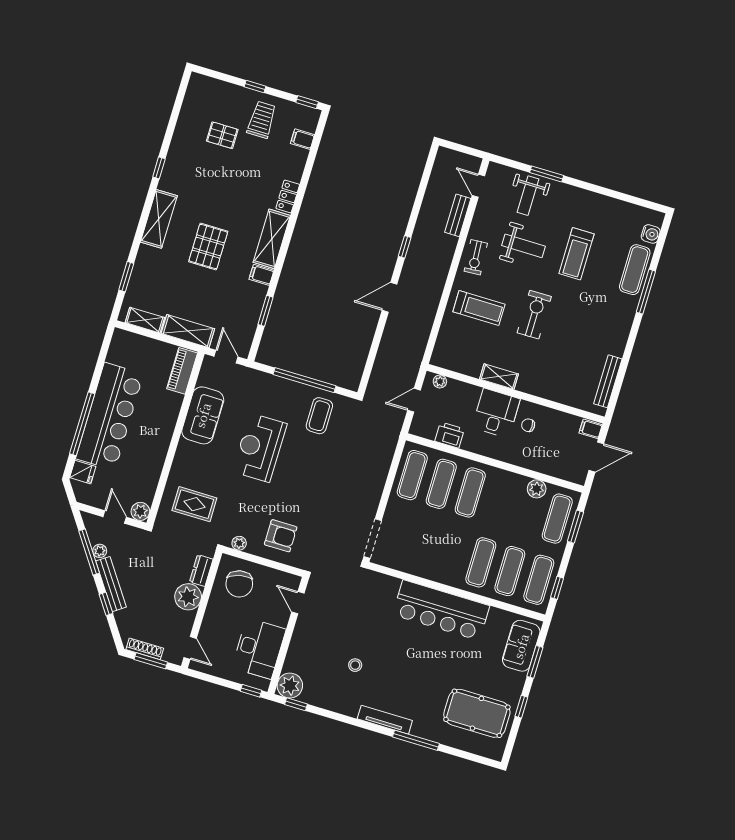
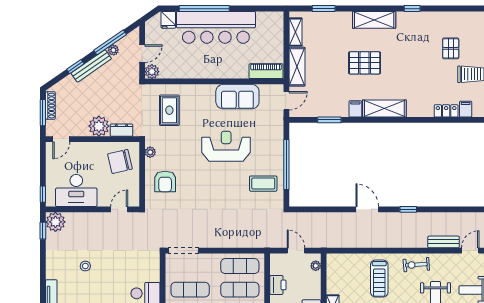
locker: (288, 196) -> (446, 111), moved
exercise mat: (423, 545) -> (190, 290), added

